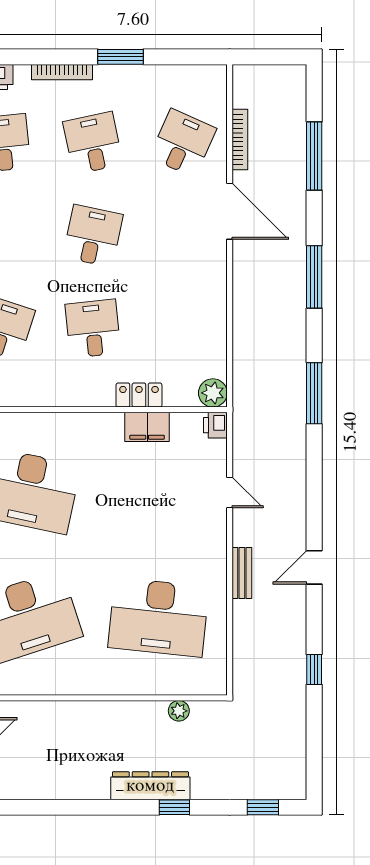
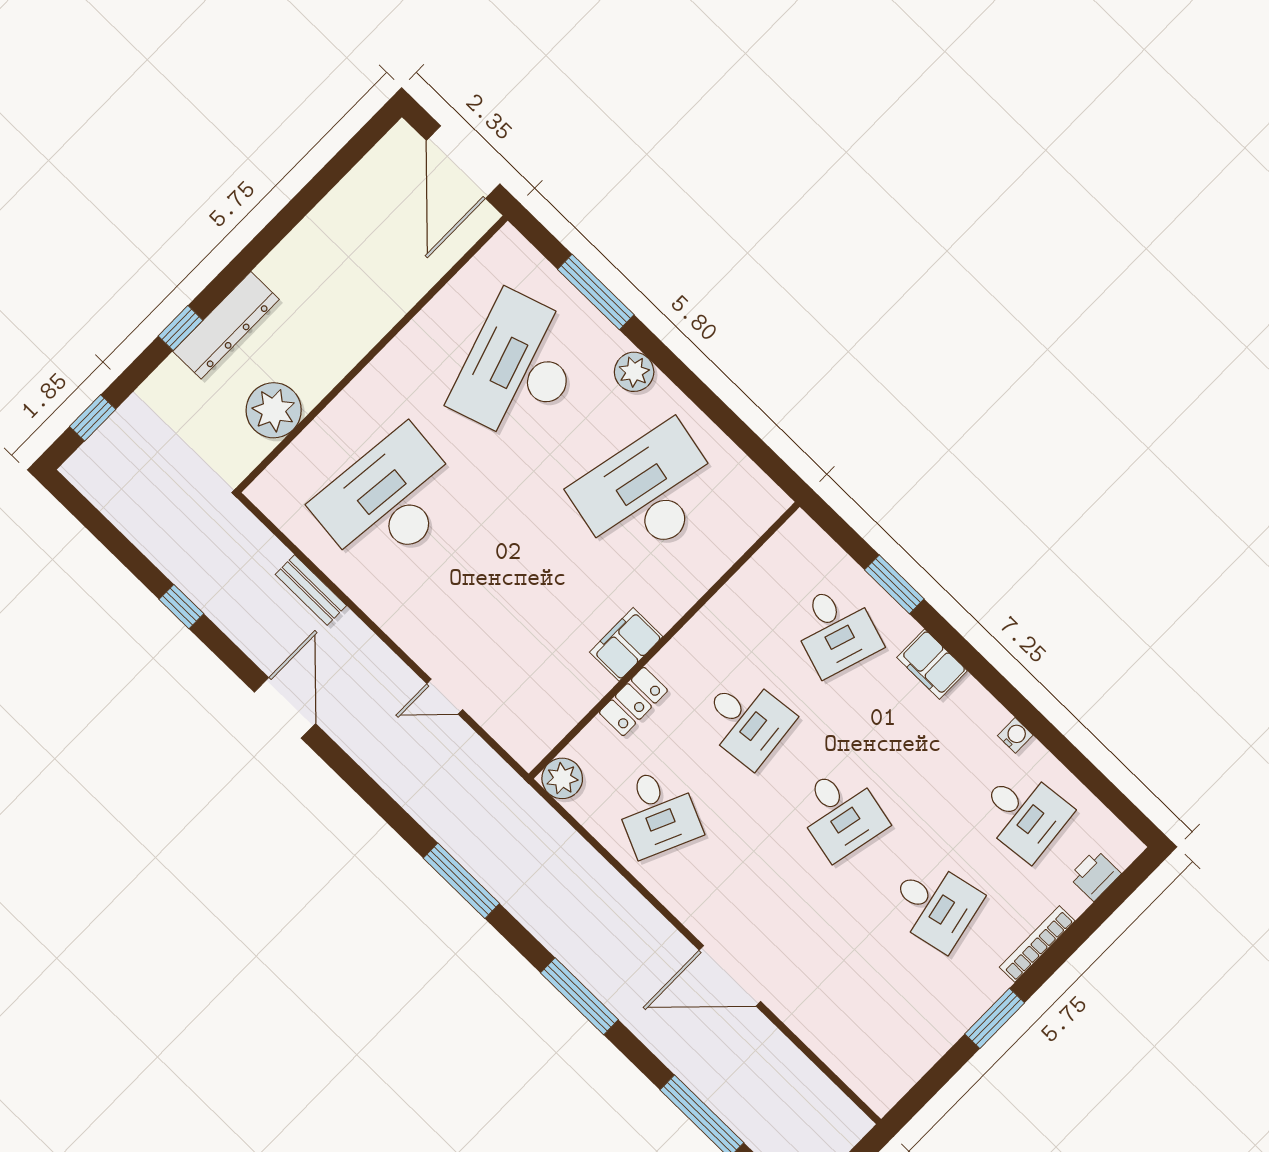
bookcase: (240, 139) -> (792, 1057), removed
desk: (183, 143) -> (657, 812), moved
printer: (215, 425) -> (527, 749), removed
filing cabinet: (147, 427) -> (626, 644), moved
door: (314, 567) -> (285, 708), width x1.38
bench: (242, 573) -> (311, 590), moved
plant: (179, 711) -> (274, 410), width x1.88, depth x1.88

